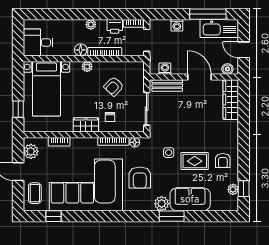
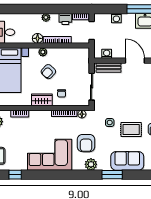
armchair: (114, 86) -> (48, 72), moved
corner sofa: (86, 185) -> (50, 155), width x0.73, depth x0.74
plant: (162, 204) -> (91, 164), moved

